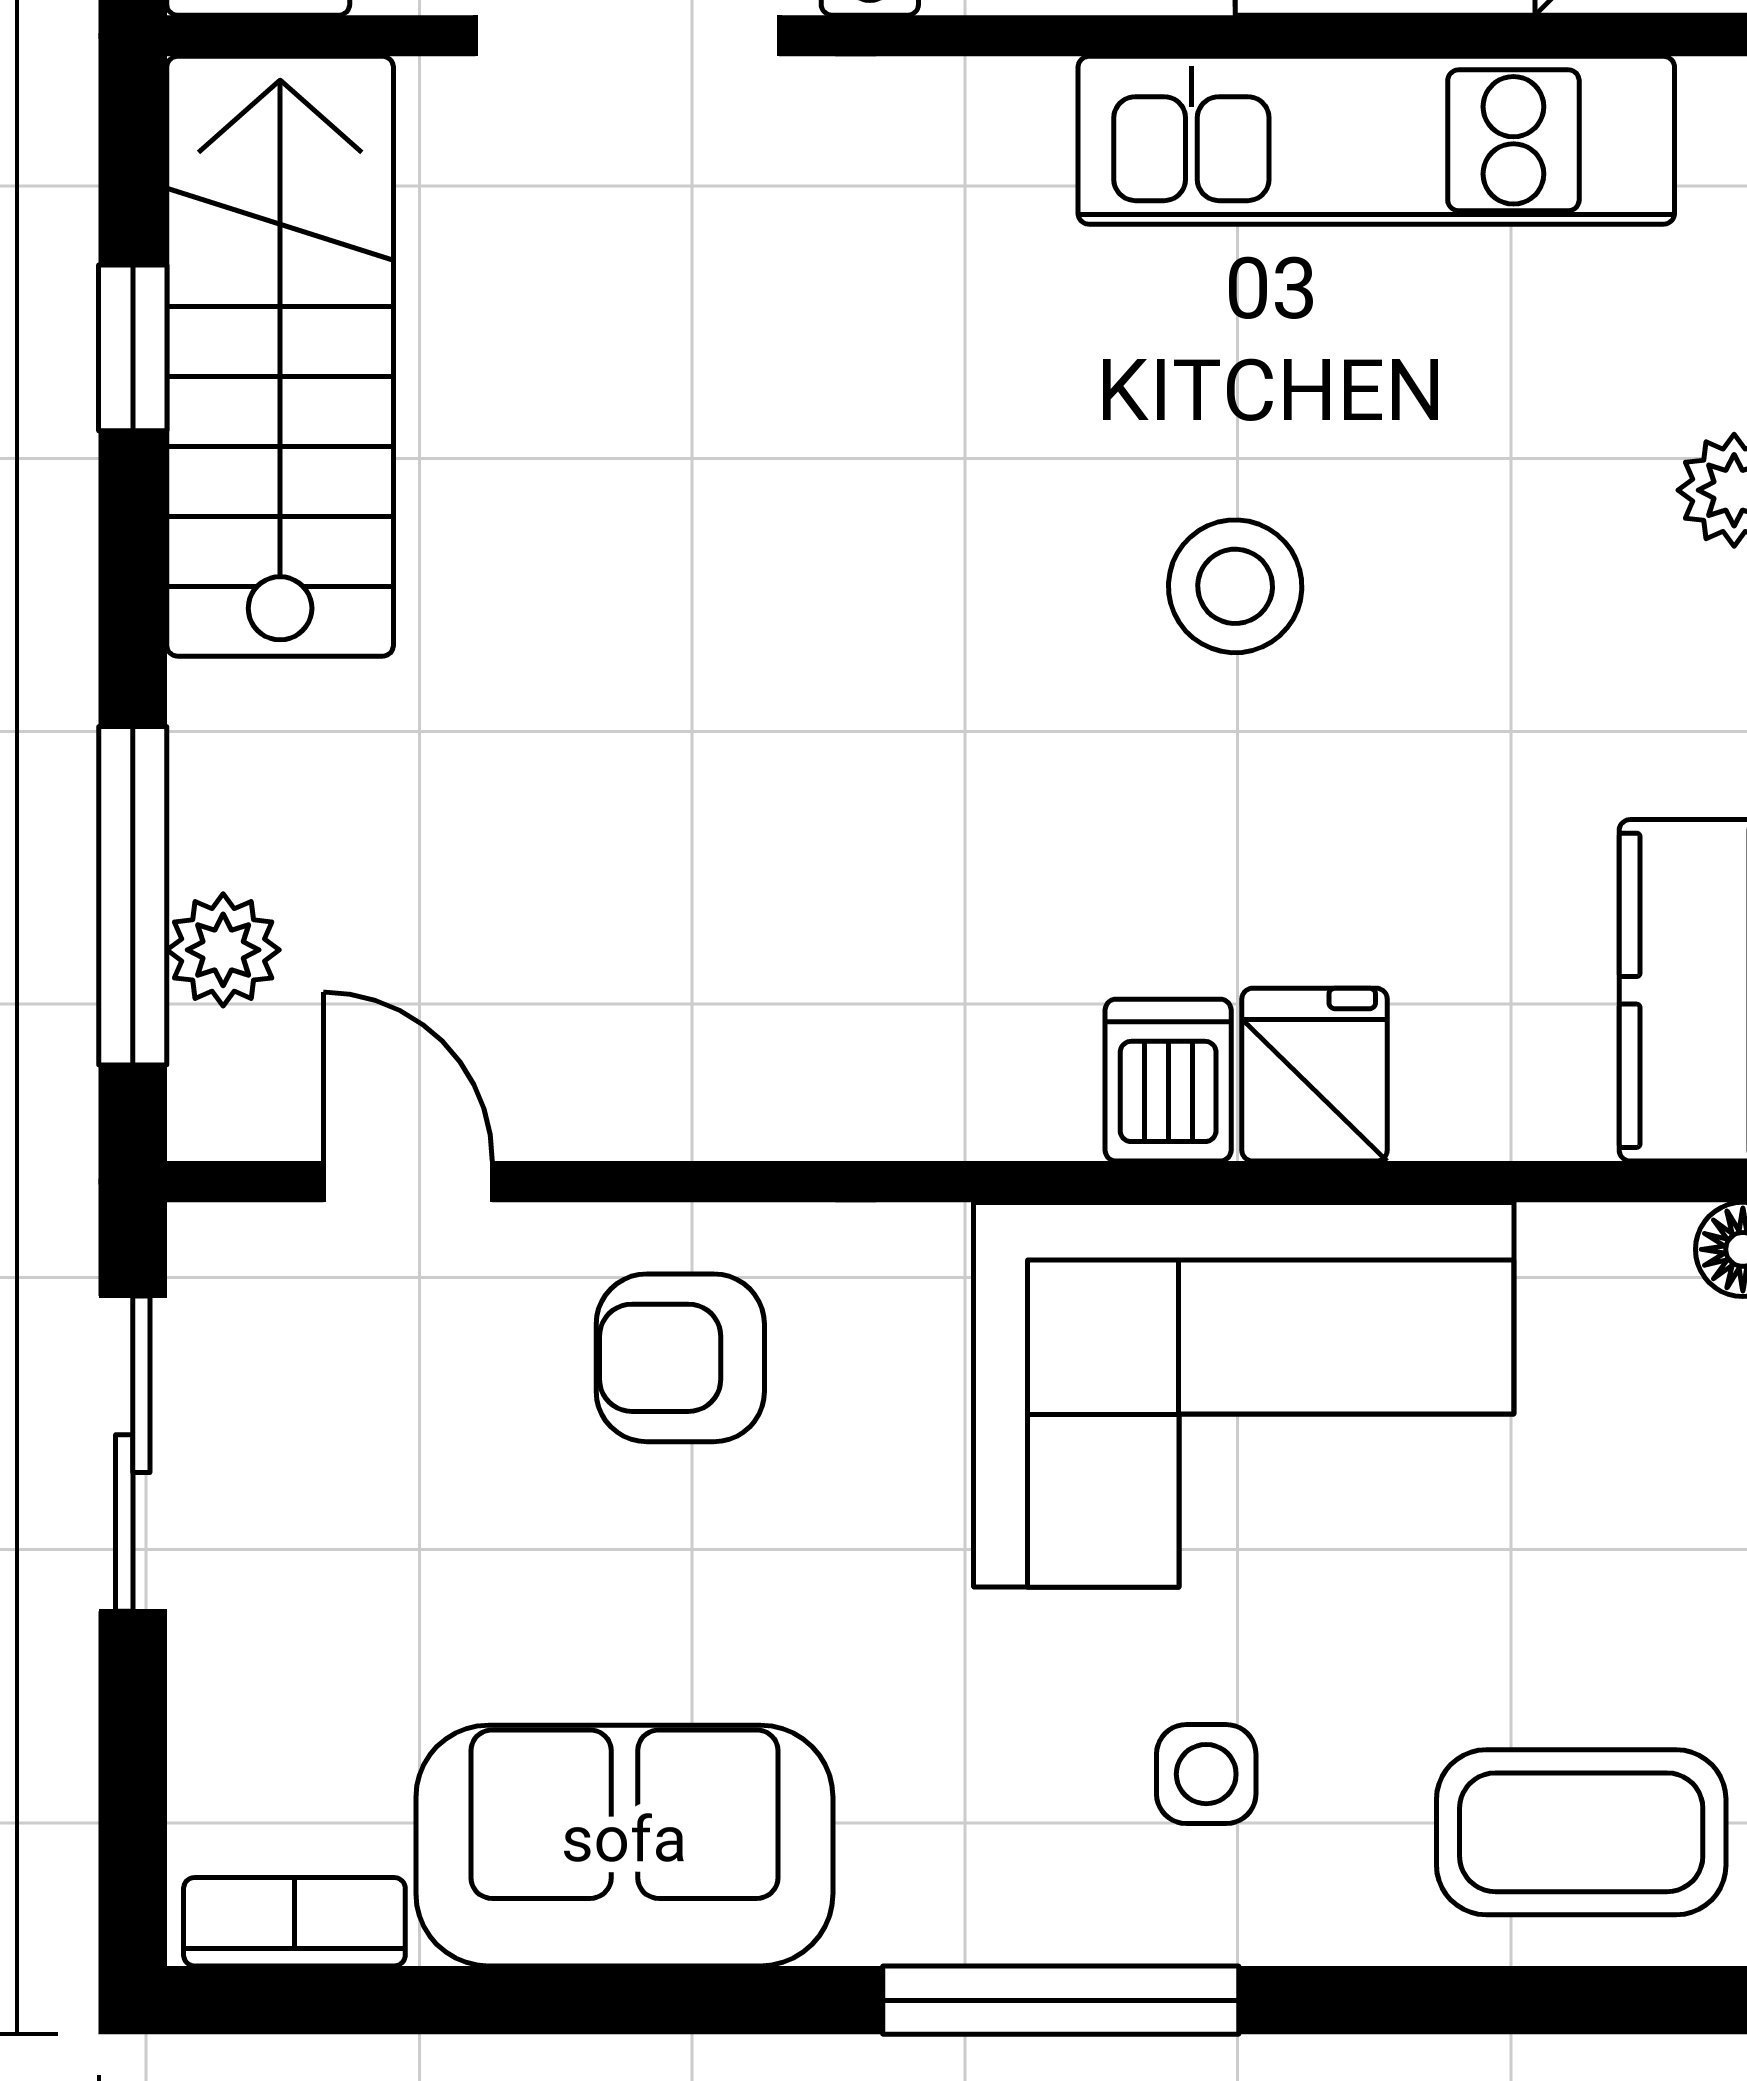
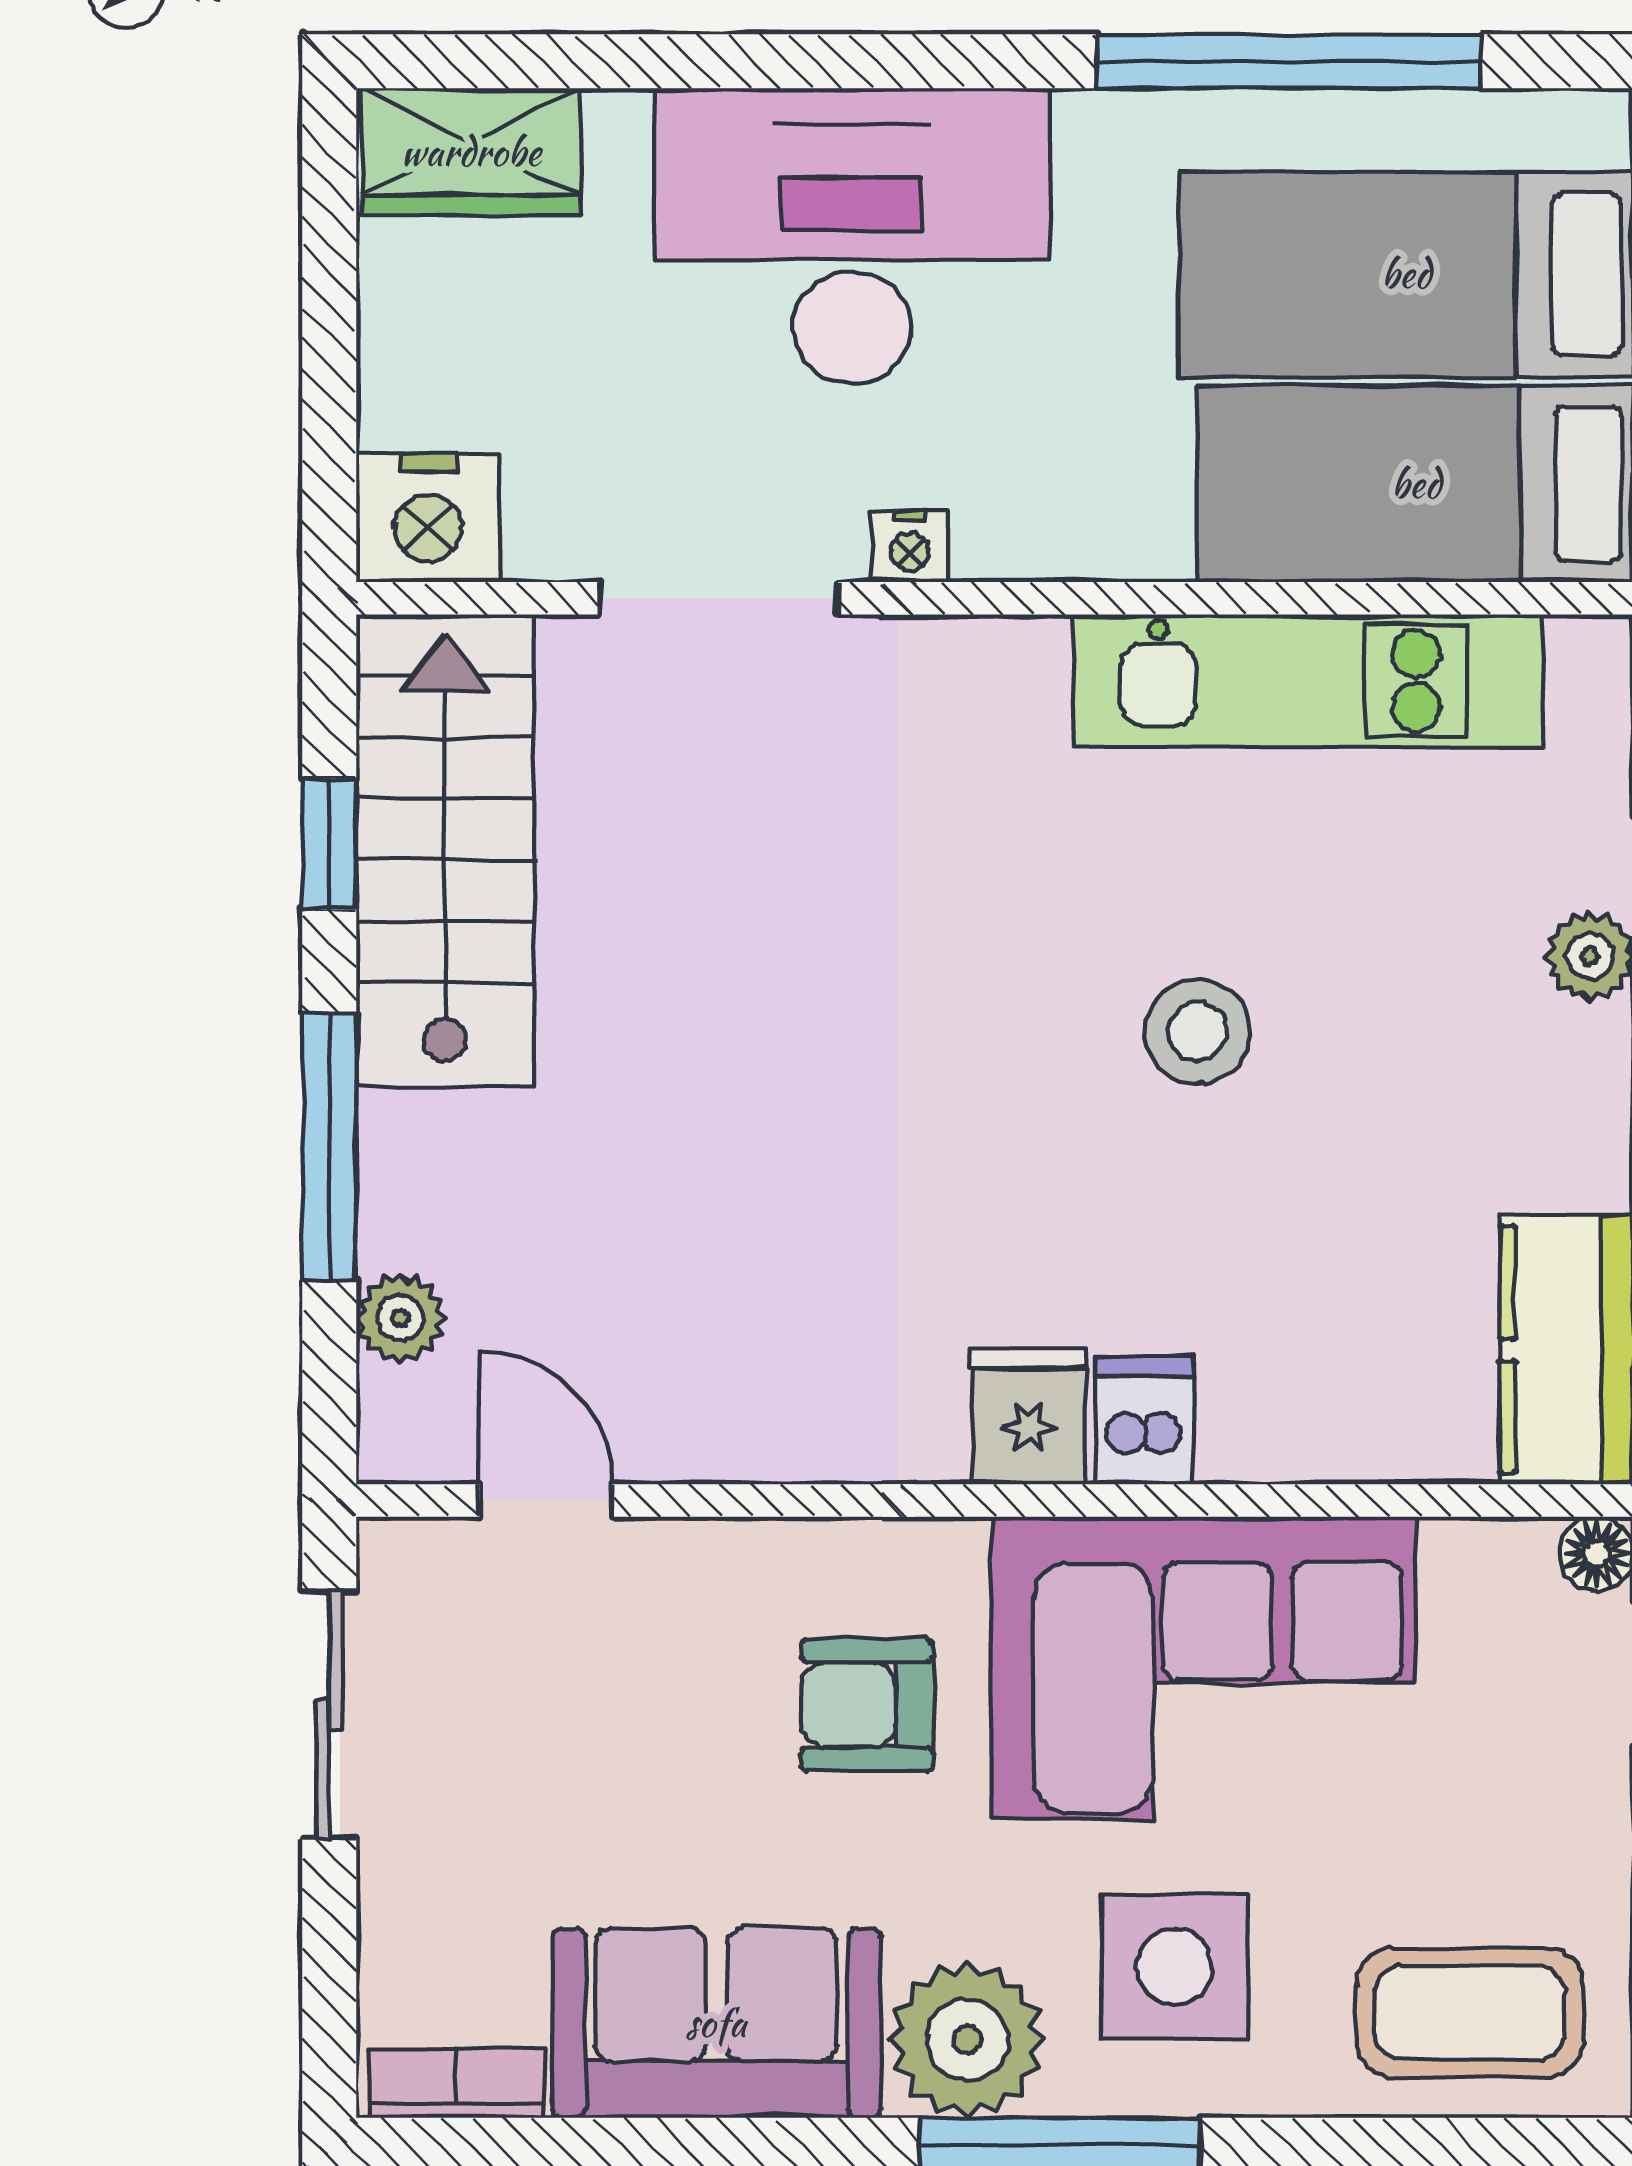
window: (133, 896) -> (329, 1147), moved
fridge: (1315, 1075) -> (1029, 1416), moved
armchair: (680, 1358) -> (867, 1705), moved
side table: (1206, 1774) -> (1174, 1967), width x1.87, depth x1.87
plant: (943, 1867) -> (967, 2040), added

